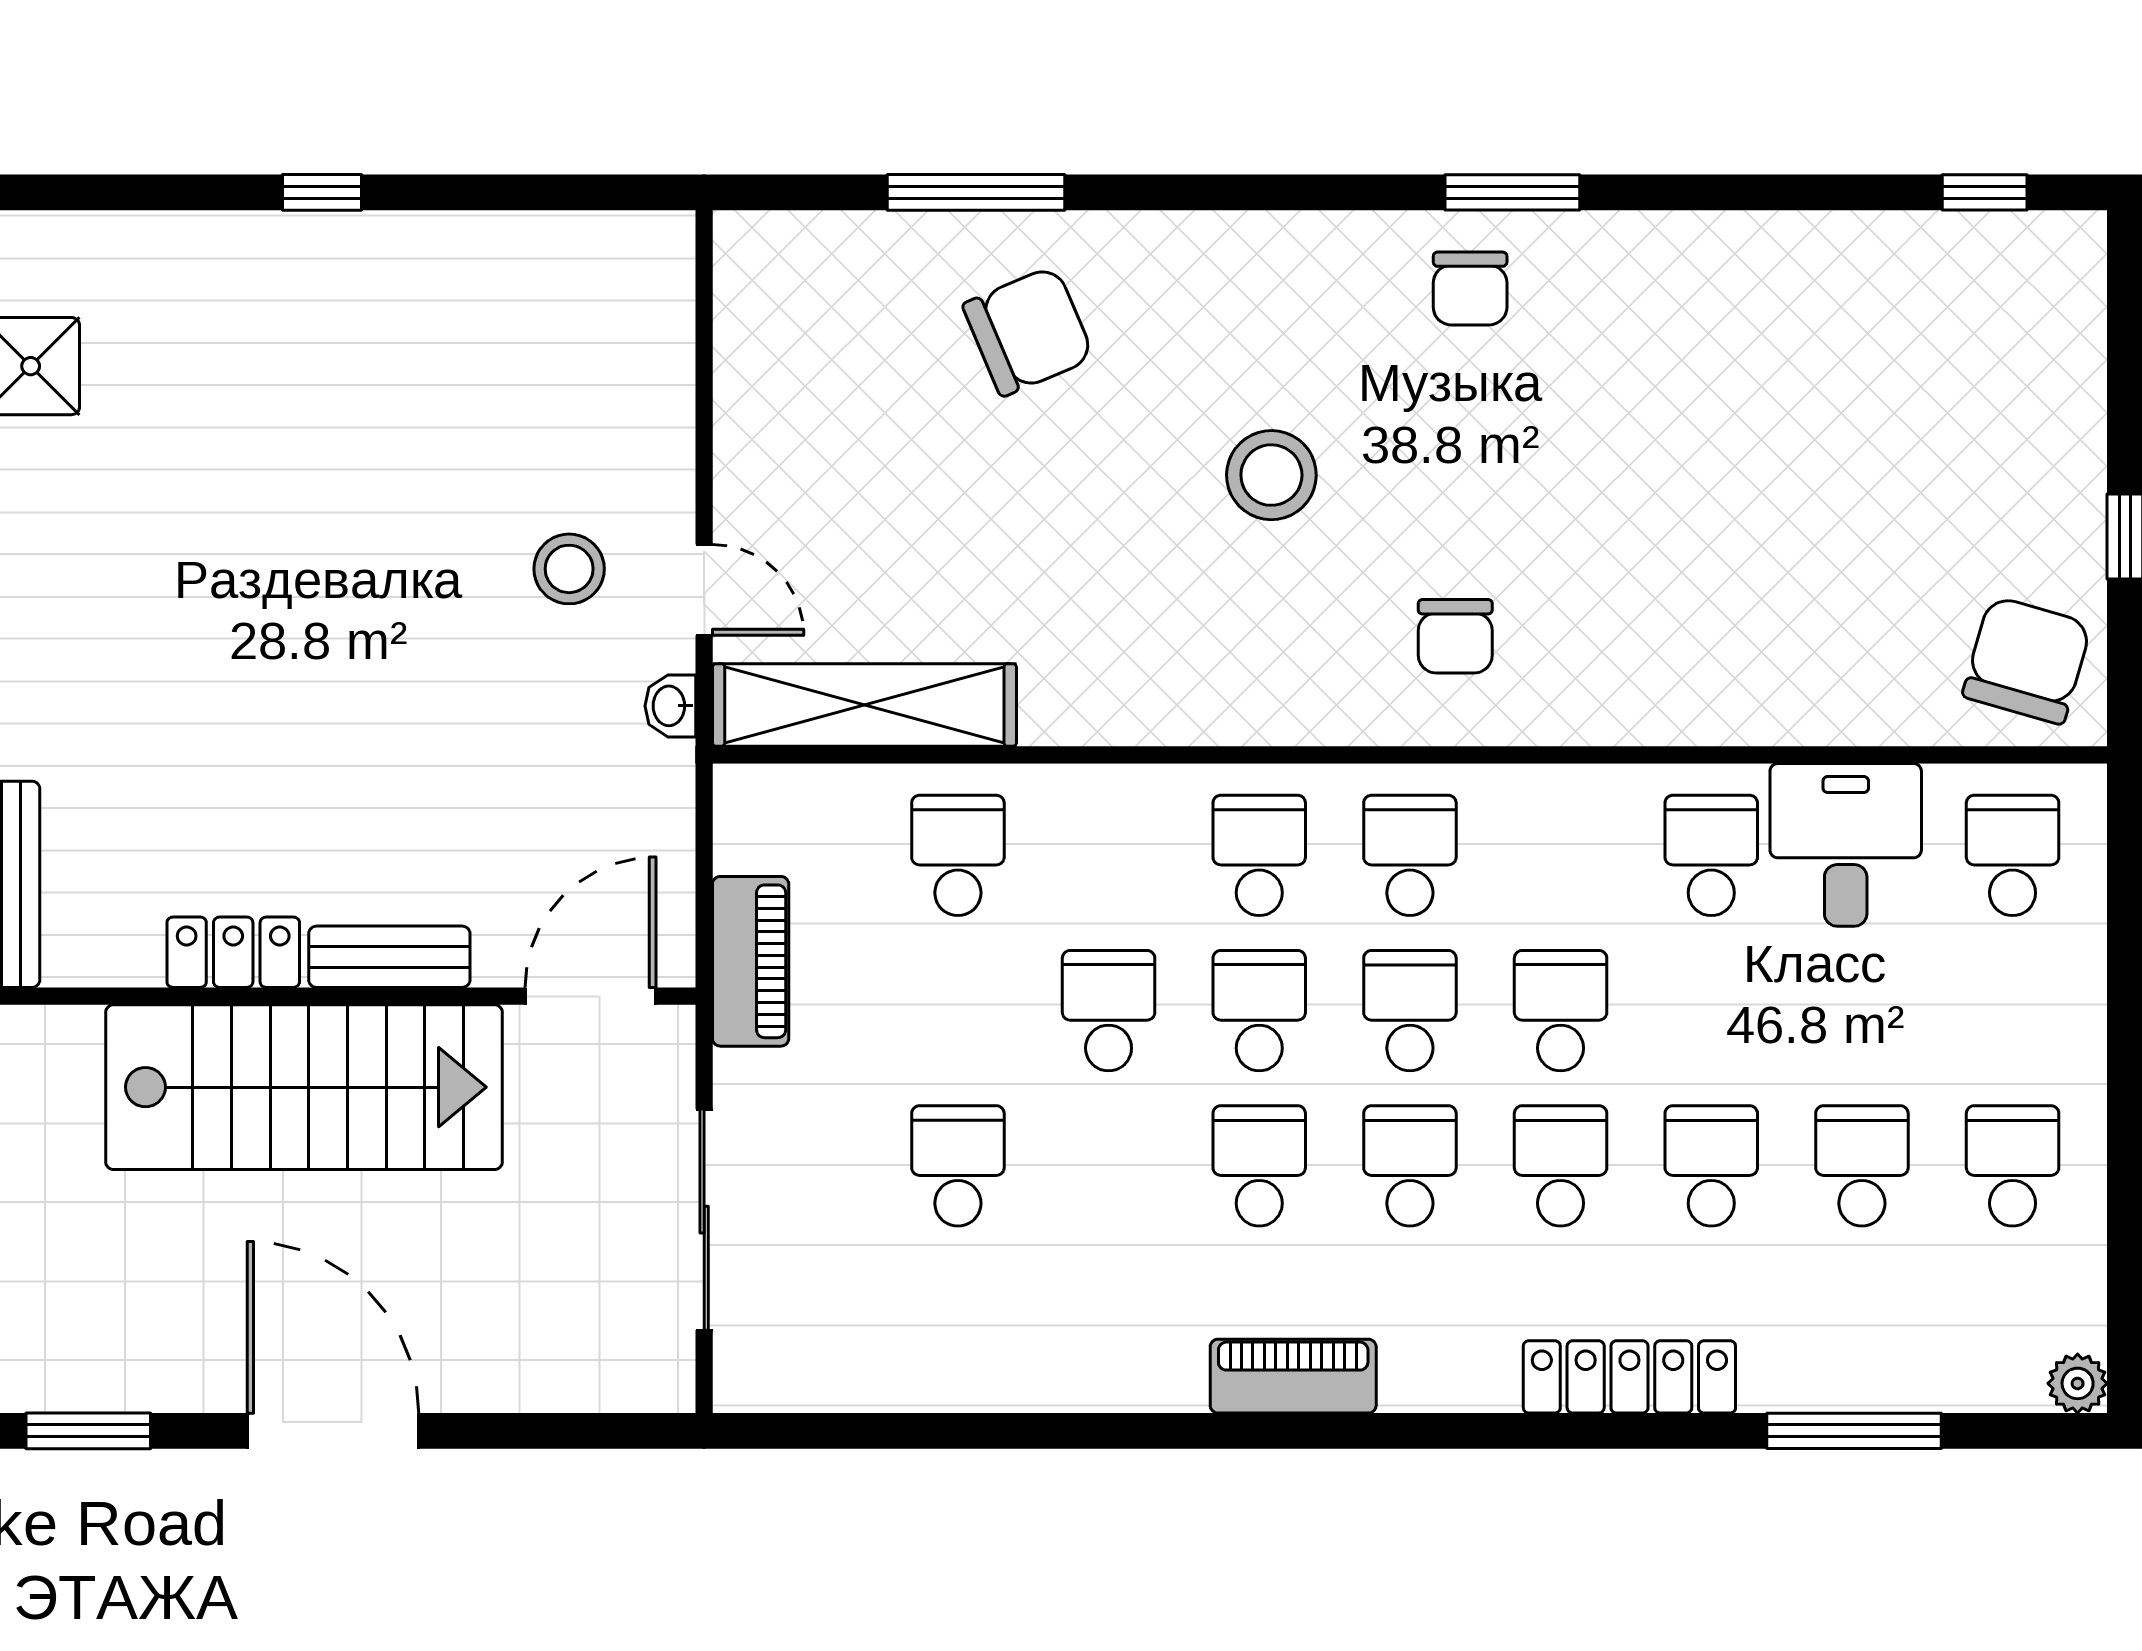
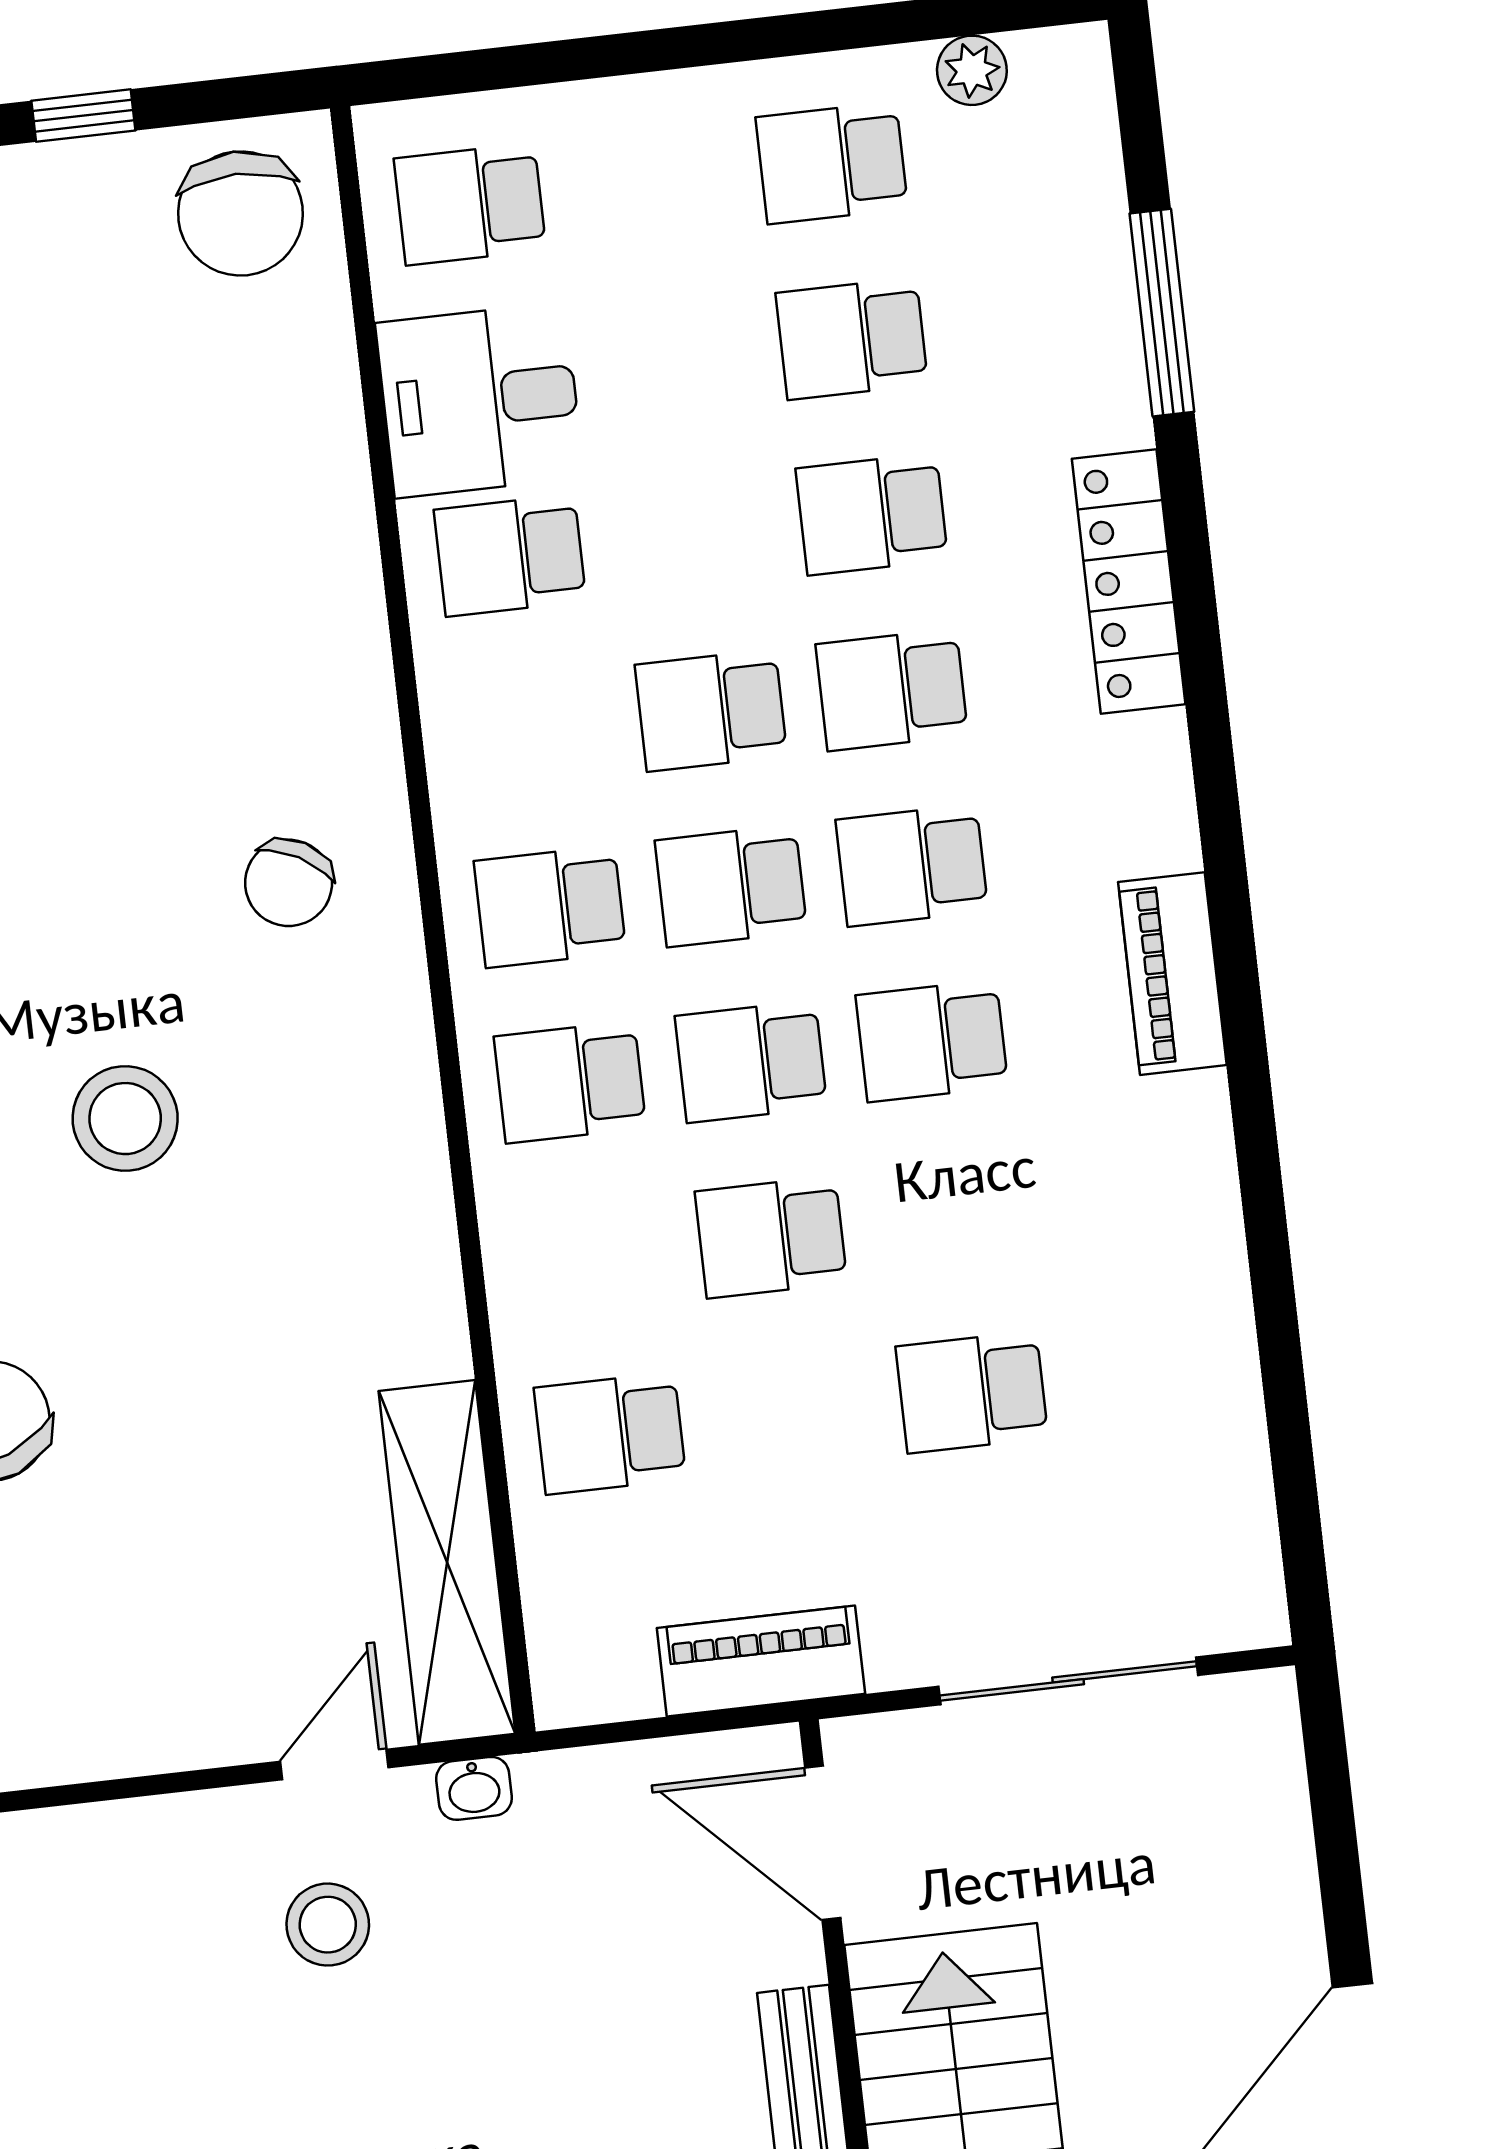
chair: (1455, 636) -> (289, 883), turned 119
chair: (2027, 660) -> (240, 213), turned -106
plant: (2078, 1383) -> (972, 70), moved

